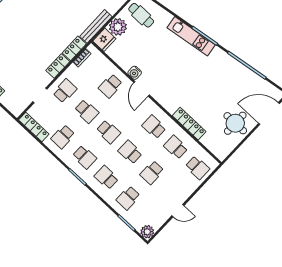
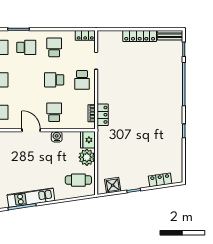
bench: (96, 26) -> (102, 144), removed
locker: (58, 66) -> (103, 92), removed
water cooler: (135, 73) -> (57, 137), moved
locker: (34, 127) -> (85, 35), width x0.66
school desk: (108, 132) -> (26, 80), removed
school desk: (85, 157) -> (26, 47), turned 180

